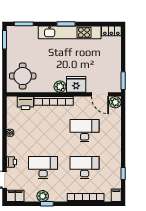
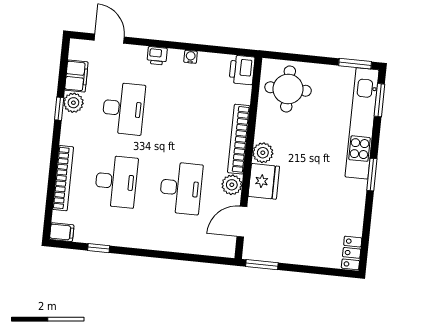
kitchen unit: (70, 32) -> (362, 123), moved
plant: (115, 102) -> (232, 185), moved
printer: (25, 103) -> (242, 70), moved
printer: (11, 162) -> (157, 56), moved
filing cabinet: (15, 196) -> (76, 76), moved

